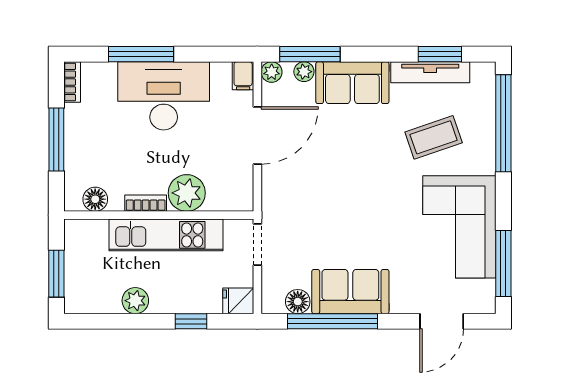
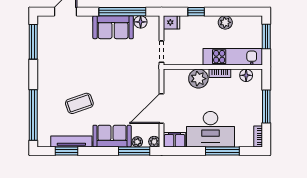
filing cabinet: (243, 76) -> (175, 140), width x2.00
coffee table: (434, 137) -> (79, 103), moved
corner sofa: (459, 227) -> (56, 61), removed
kitchen unit: (166, 235) -> (233, 57), moved

